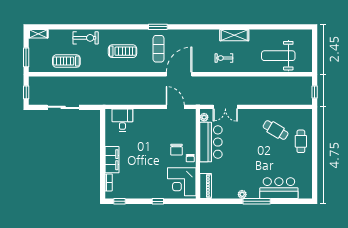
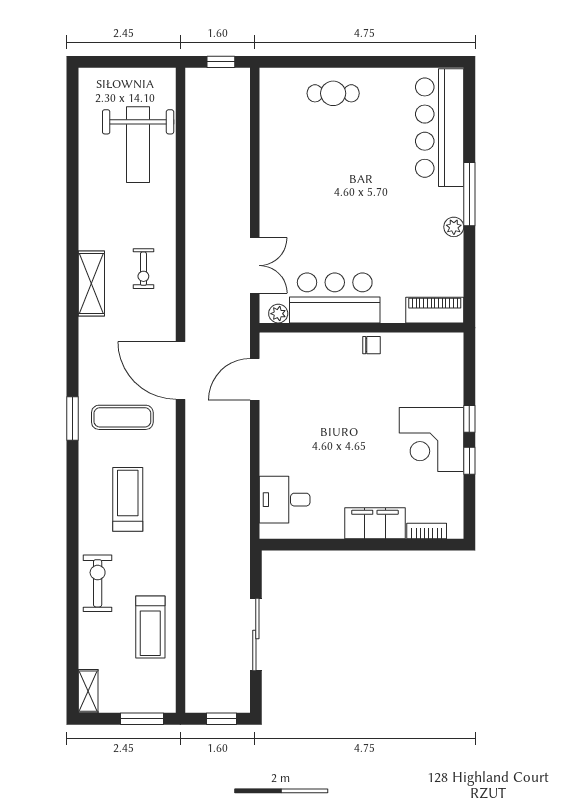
shelving: (234, 35) -> (91, 283), moved
cafe table: (276, 130) -> (307, 151), removed
chair: (177, 150) -> (352, 376), removed
corner desk: (182, 182) -> (431, 440), moved, turned 90
bar counter: (279, 188) -> (440, 128), width x1.36
window: (119, 201) -> (469, 461), moved

